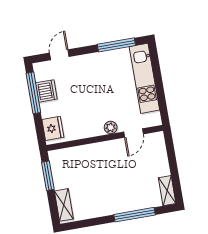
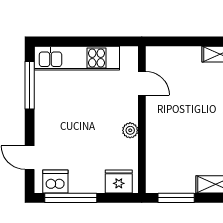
dishwasher: (46, 91) -> (55, 182), moved
plant: (111, 127) -> (130, 130), moved

